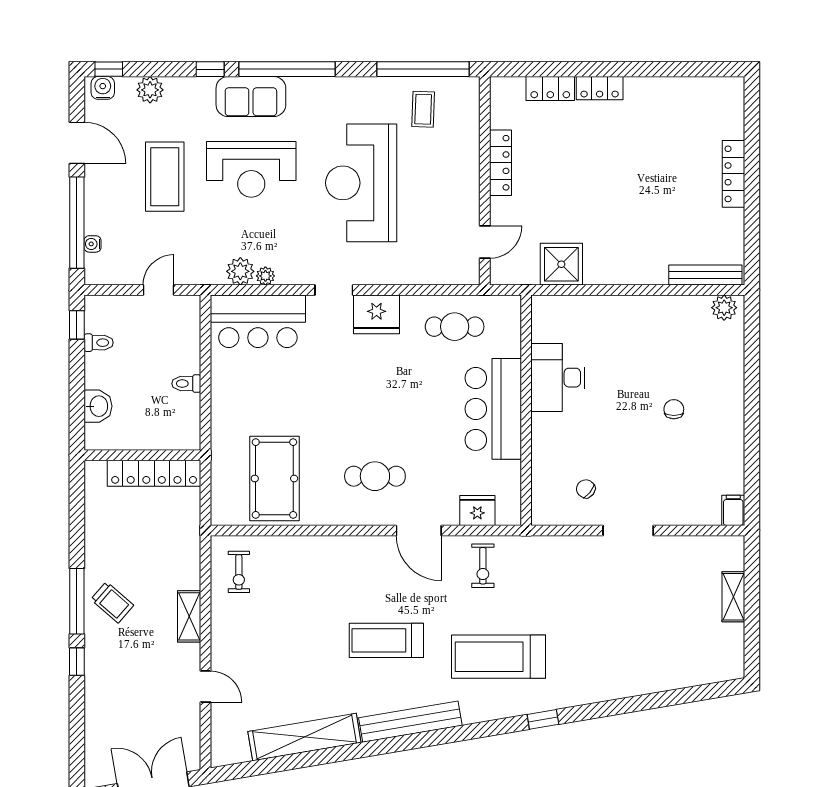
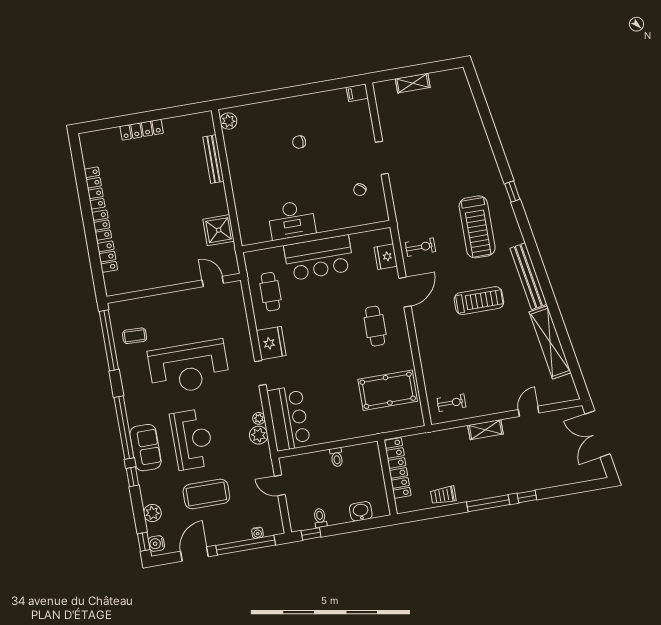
locker: (501, 163) -> (95, 188), moved, turned 90
bench: (705, 275) -> (213, 159), moved
trolley: (112, 602) -> (443, 495), moved, turned -131
treadmill: (386, 640) -> (479, 301), turned -90

